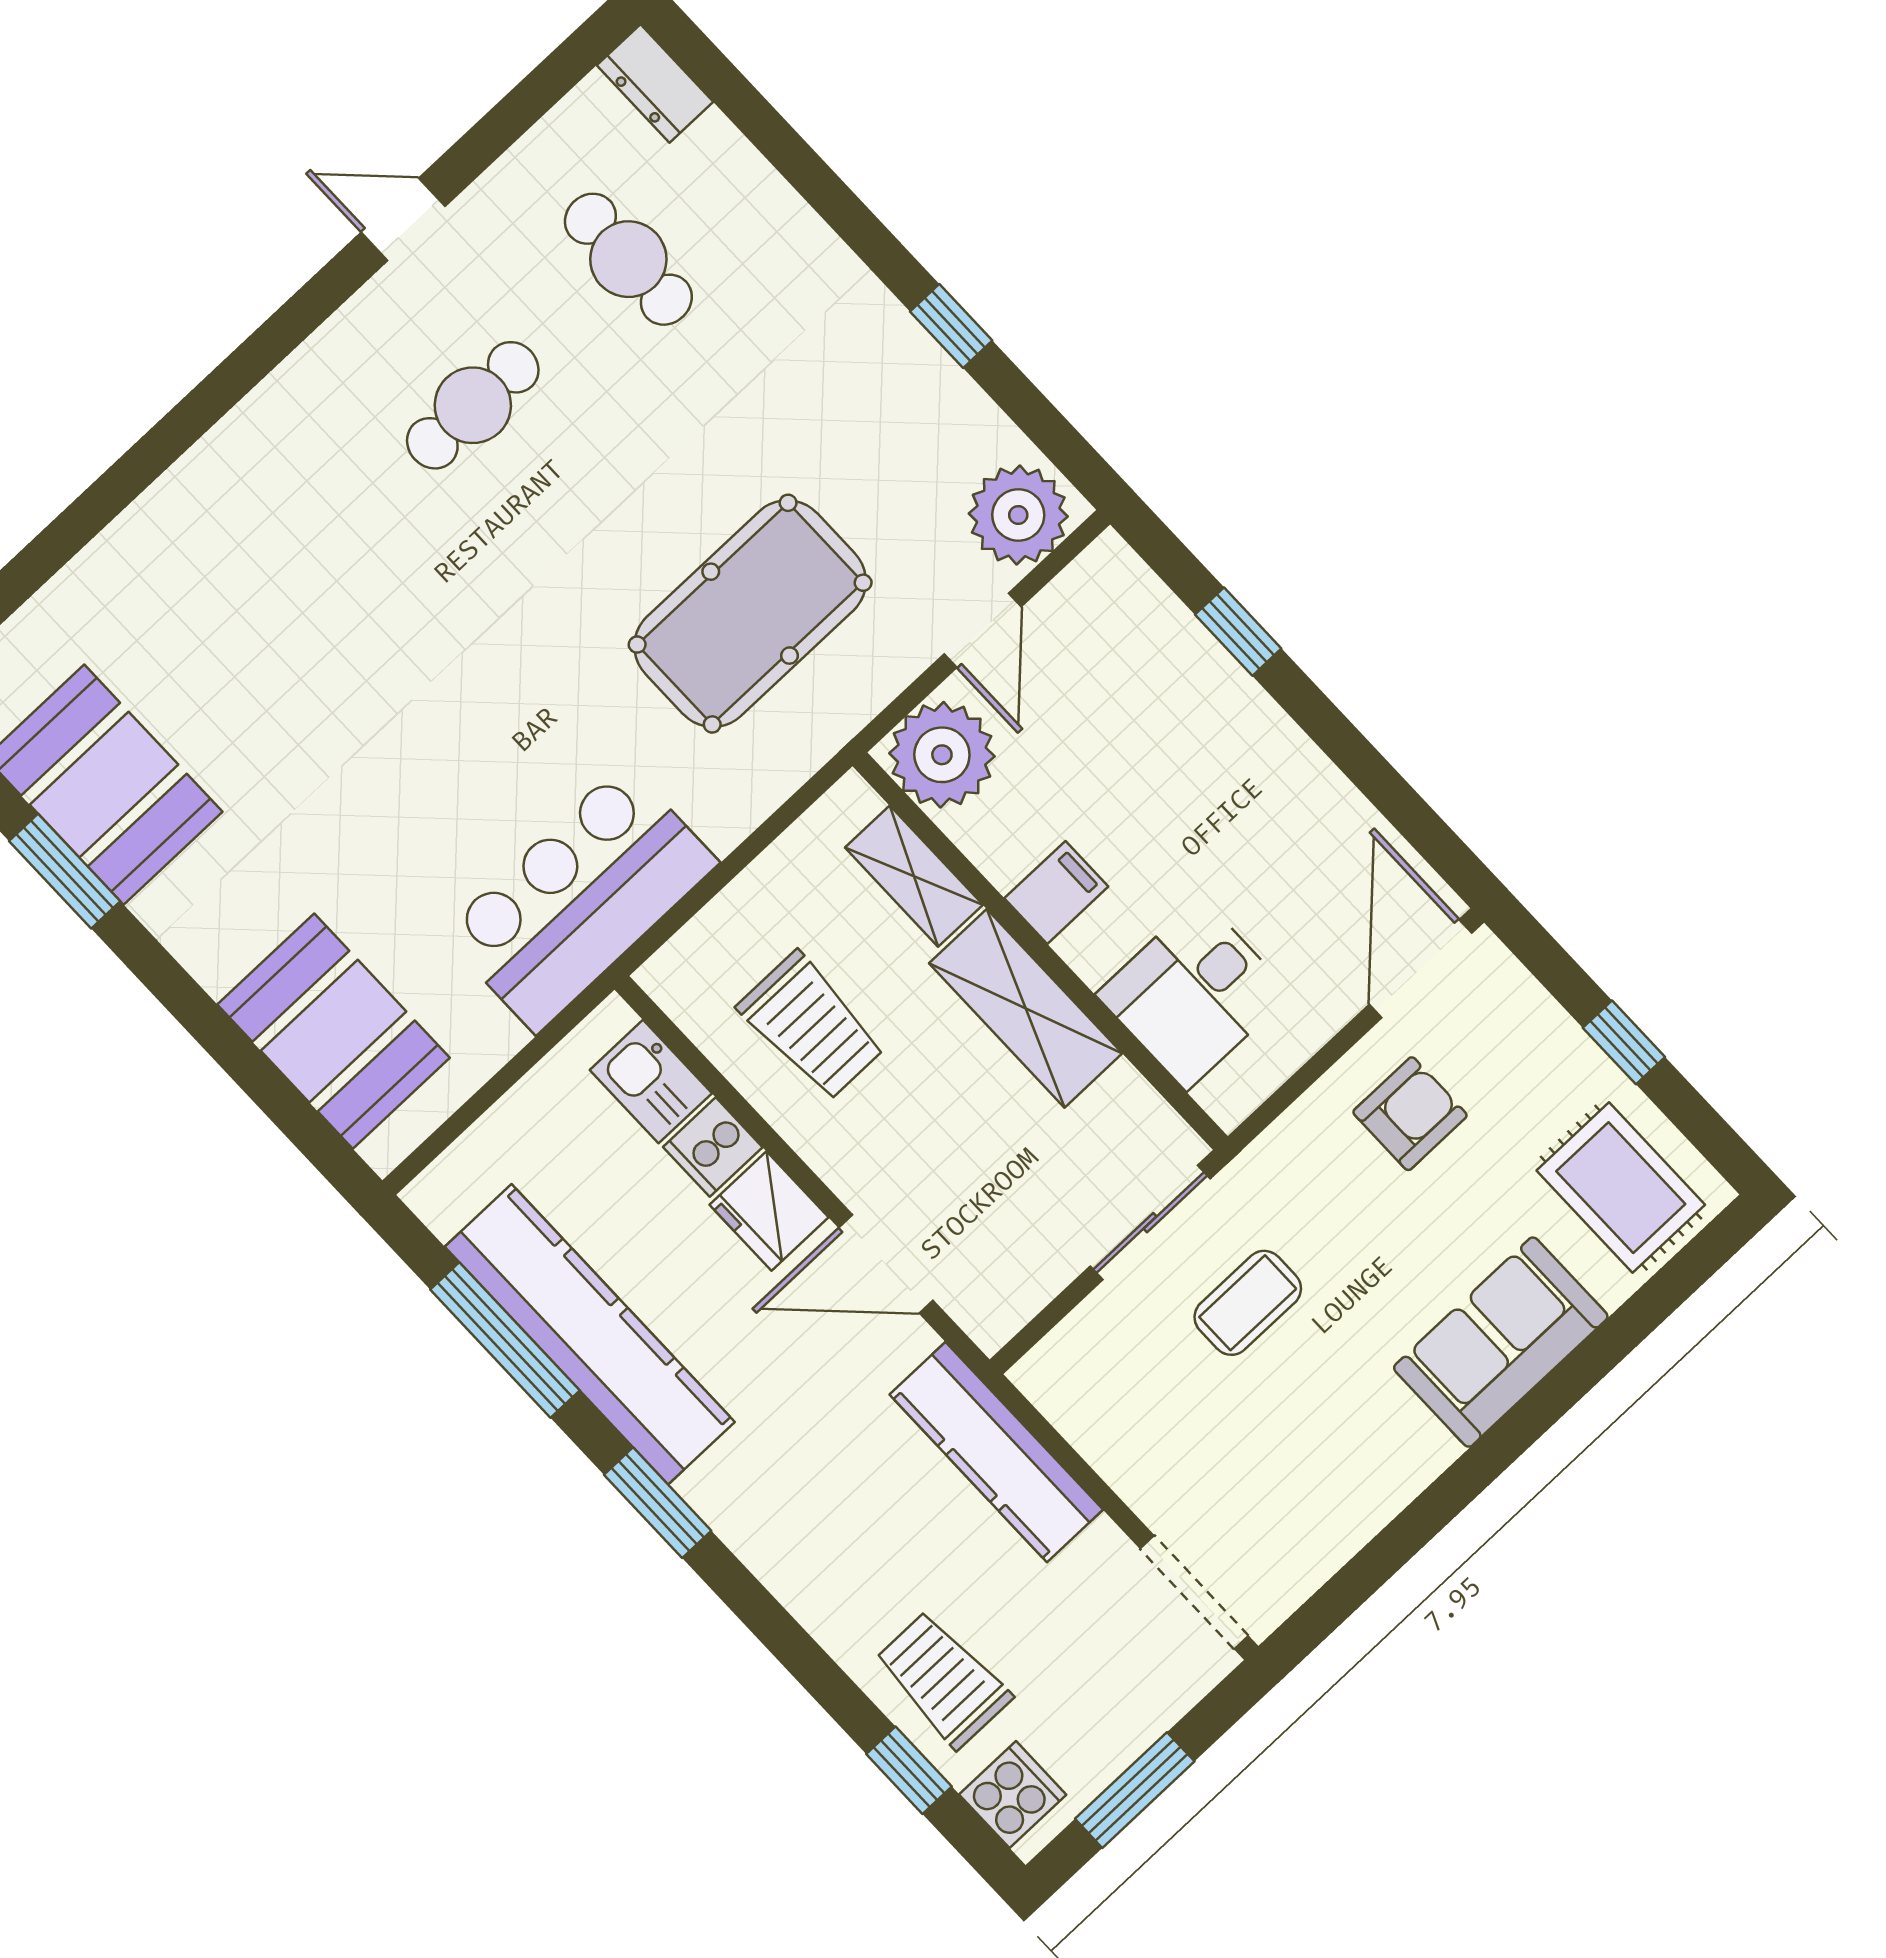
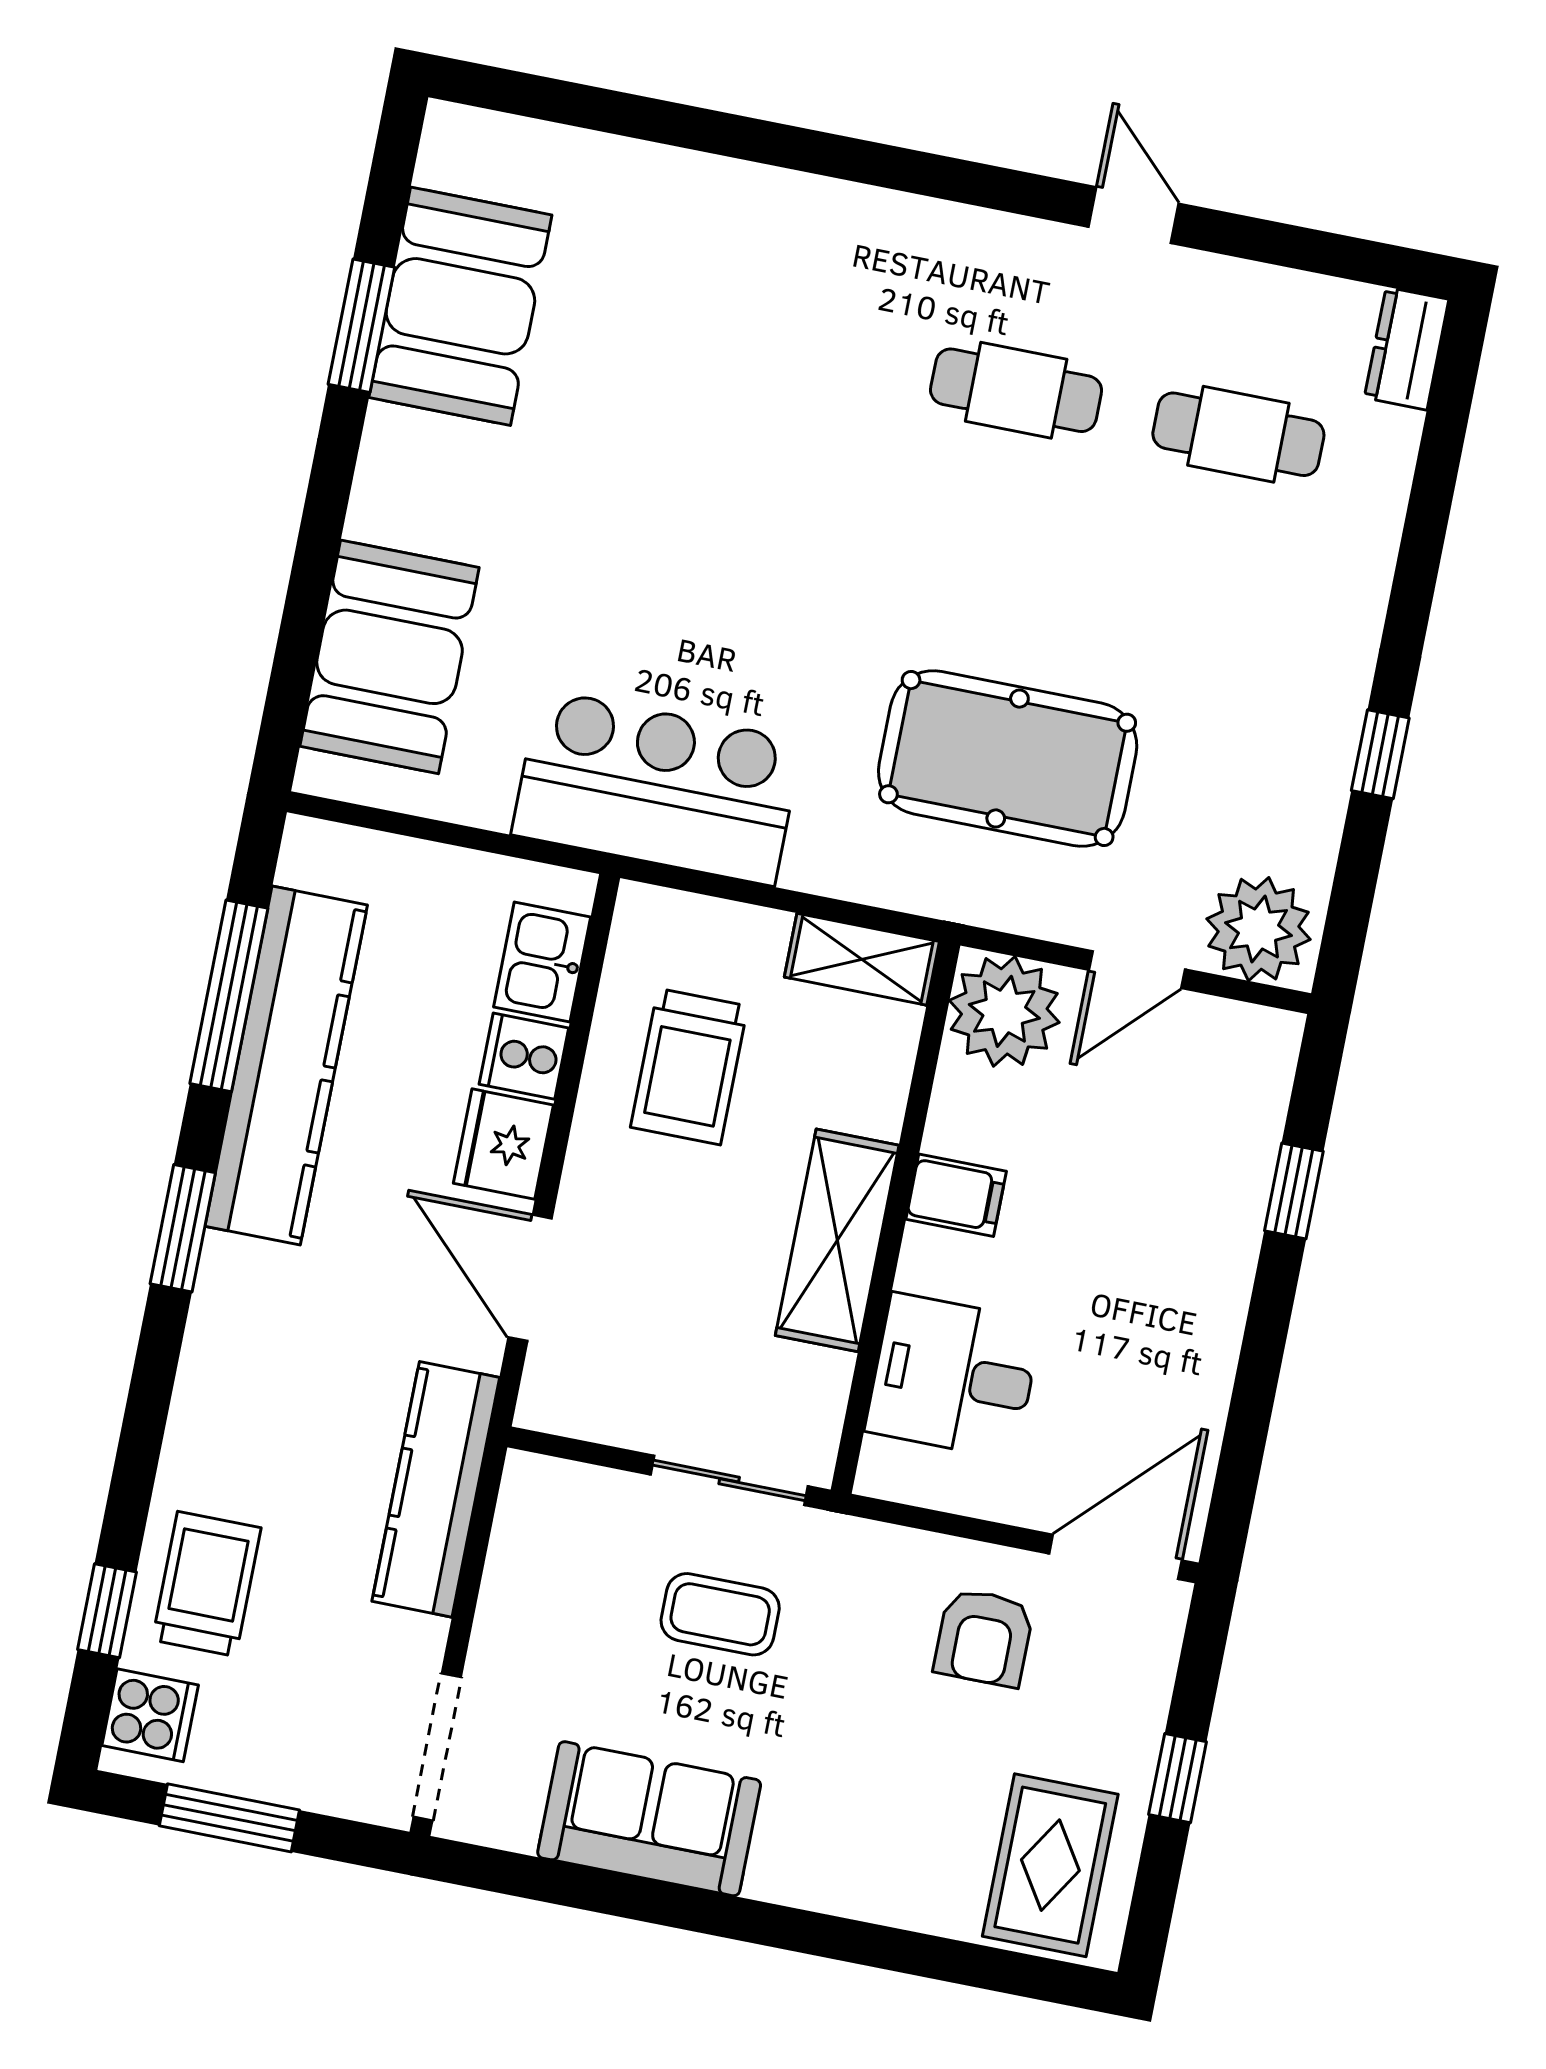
cafe table: (628, 259) -> (1238, 434), turned 90
shelving: (914, 876) -> (862, 959), moved, turned 90
armchair: (1410, 1114) -> (984, 1637), turned 90
sofa: (1501, 1342) -> (649, 1819), moved

